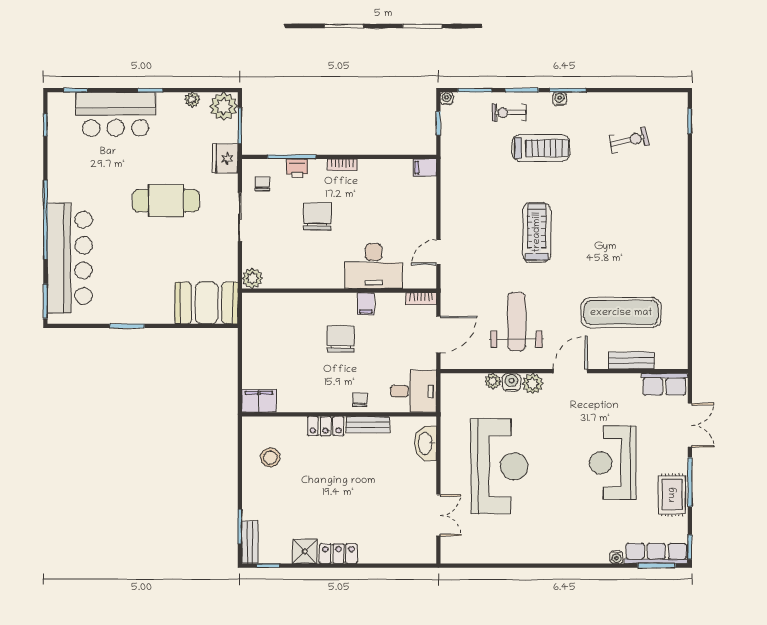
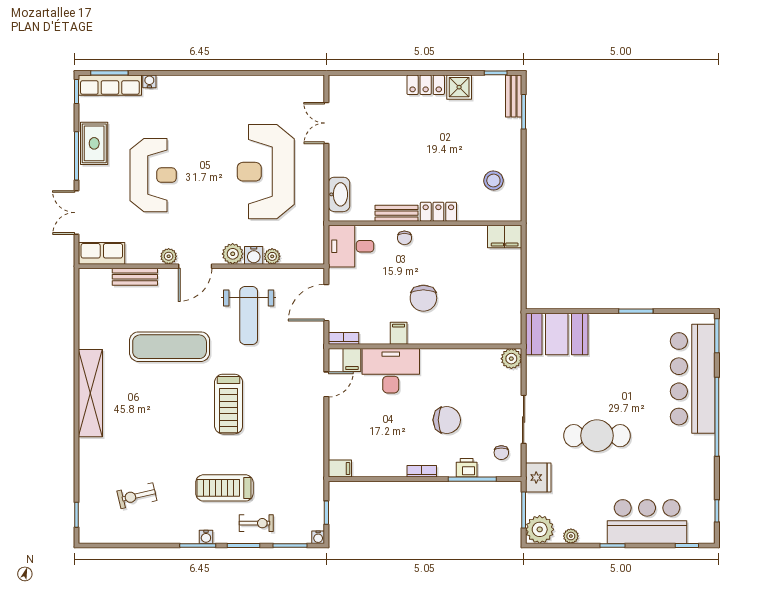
chair: (317, 216) -> (447, 420), turned -90
shelving: (676, 244) -> (90, 393), added
filing cabinet: (413, 277) -> (352, 360), added
exercise mat: (621, 313) -> (170, 347), moved
plant: (597, 381) -> (169, 256), added

